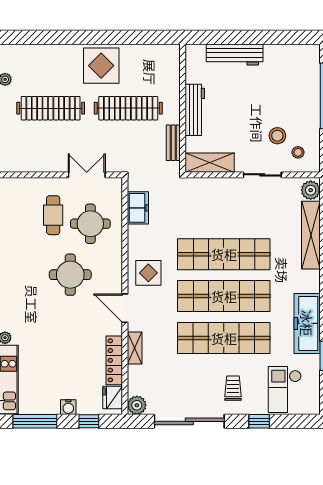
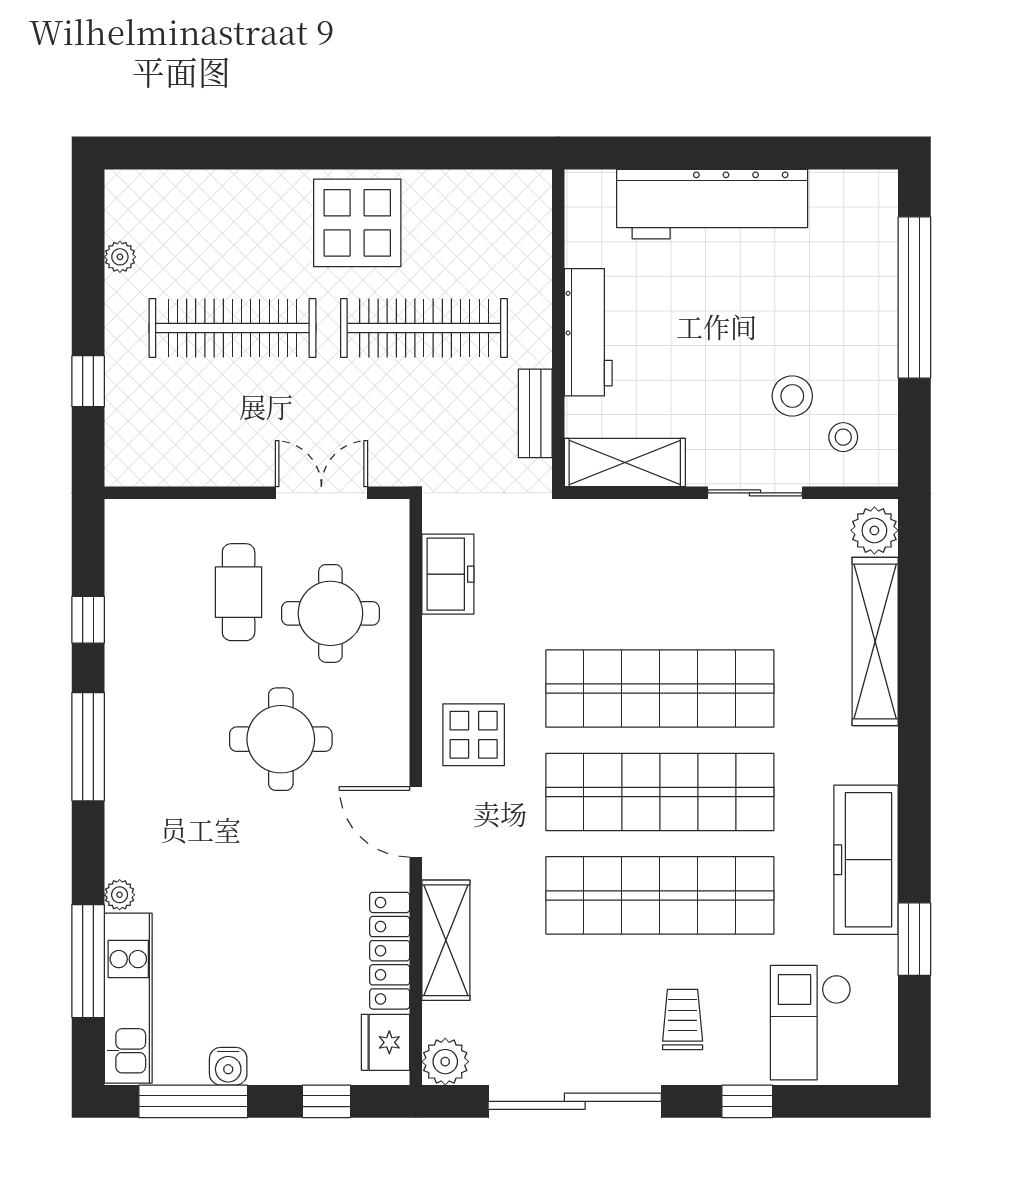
workbench: (235, 55) -> (712, 204), width x1.36, depth x1.32
shelving: (135, 348) -> (446, 940), width x1.50, depth x1.33
water cooler: (68, 407) -> (228, 1066), moved

